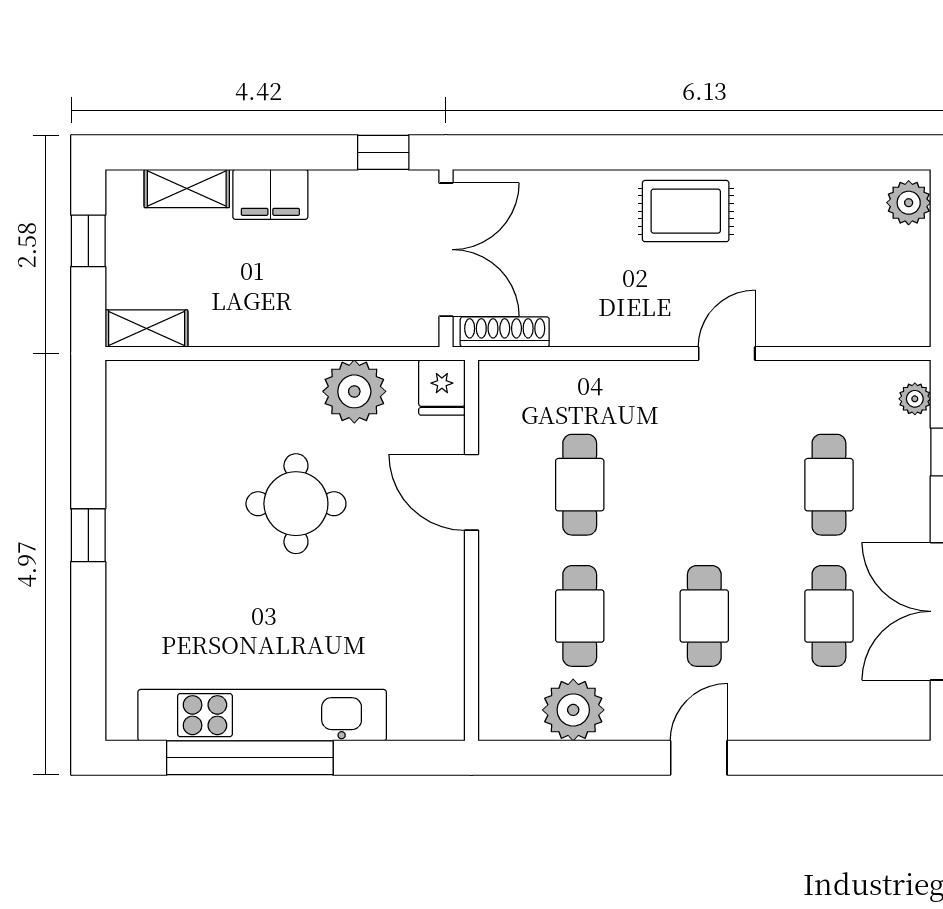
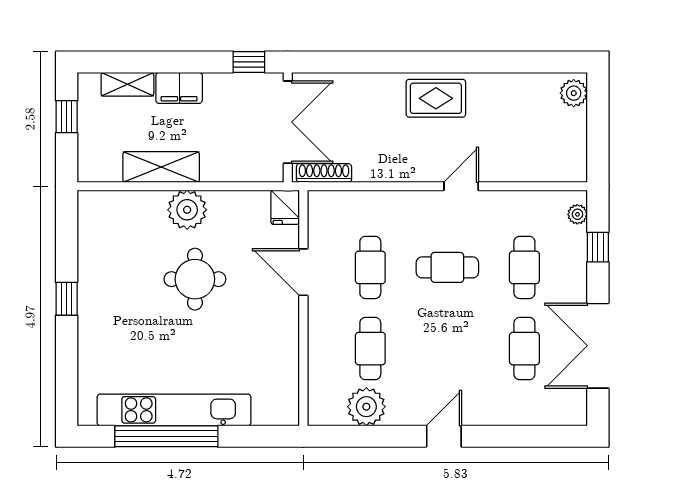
shelving: (147, 329) -> (161, 167), moved, width x1.50, depth x1.33
plant: (354, 391) -> (187, 210), moved
cafe table: (704, 616) -> (447, 267), moved, turned 90

